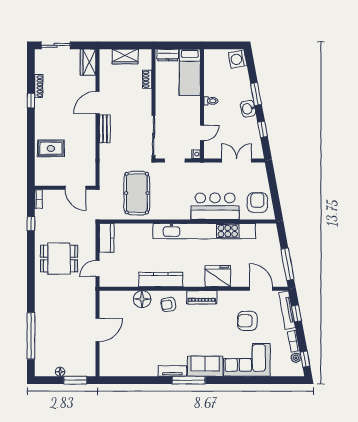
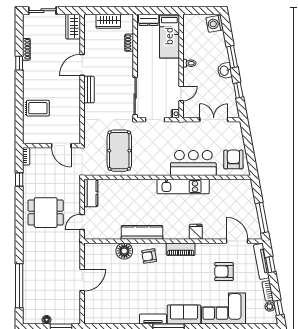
kitchen unit: (204, 231) -> (183, 187), width x0.54
fridge: (218, 276) -> (196, 232), width x0.53, depth x0.75

